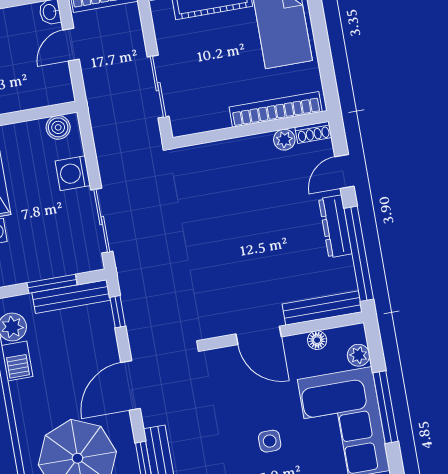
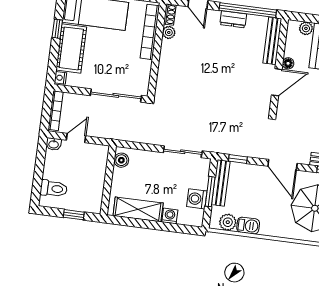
door: (71, 45) -> (76, 138), swing flipped
sliding door: (158, 87) -> (116, 95), width x1.37
washing machine: (73, 173) -> (197, 199), moved, turned 90
dresser: (335, 226) -> (233, 19), width x0.70
floor lamp: (317, 340) -> (288, 63), moved

